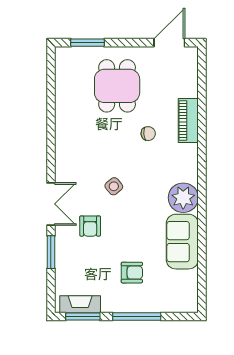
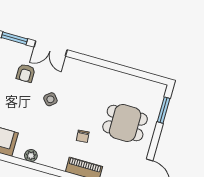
plant: (183, 198) -> (31, 156), width x0.53, depth x0.53
armchair: (90, 226) -> (26, 73), turned -90

